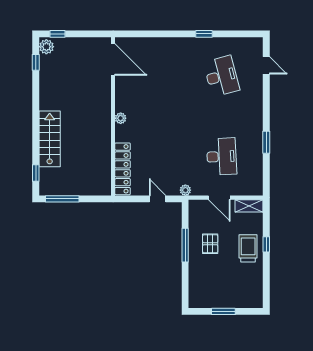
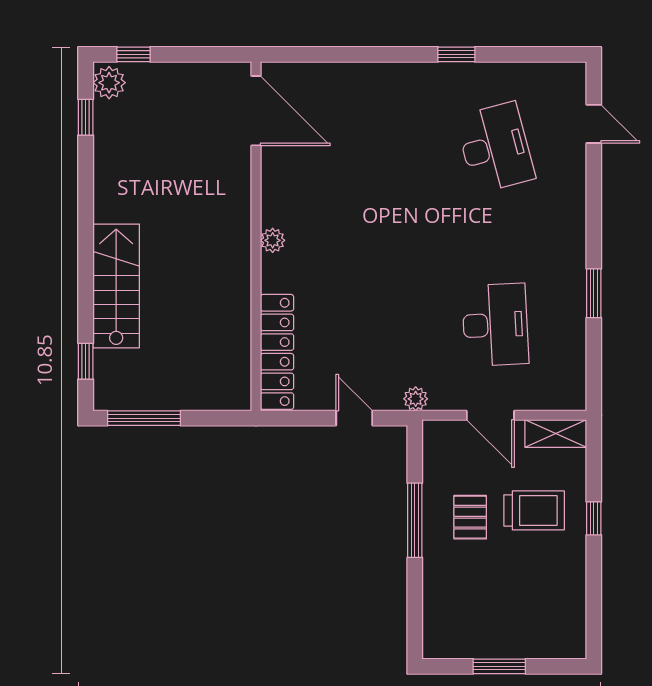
trolley: (248, 248) -> (534, 510), moved, turned 90

